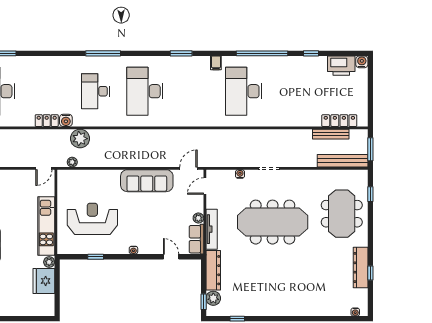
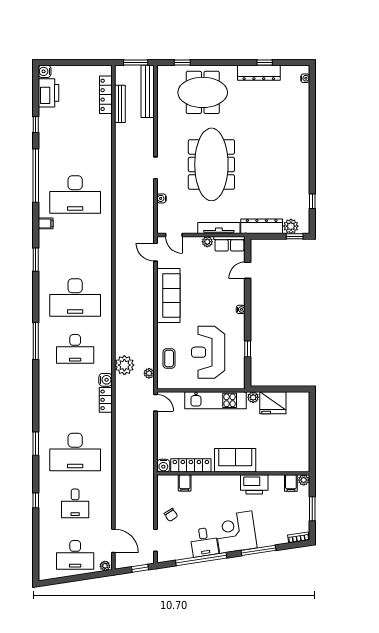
coffee table: (86, 181) -> (169, 358), added

